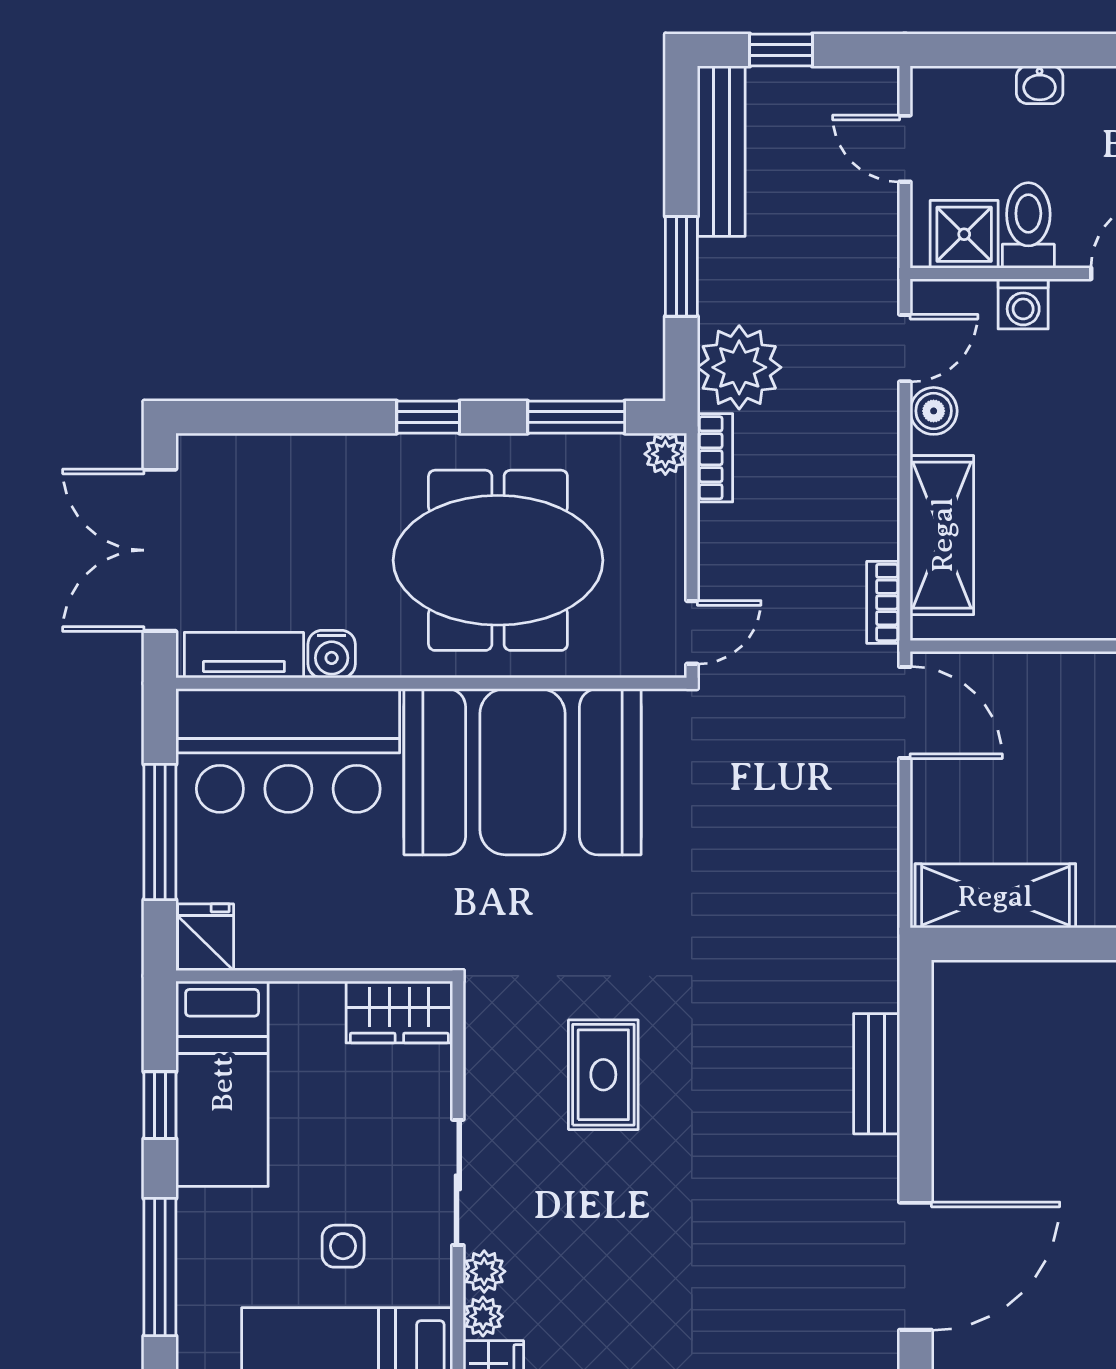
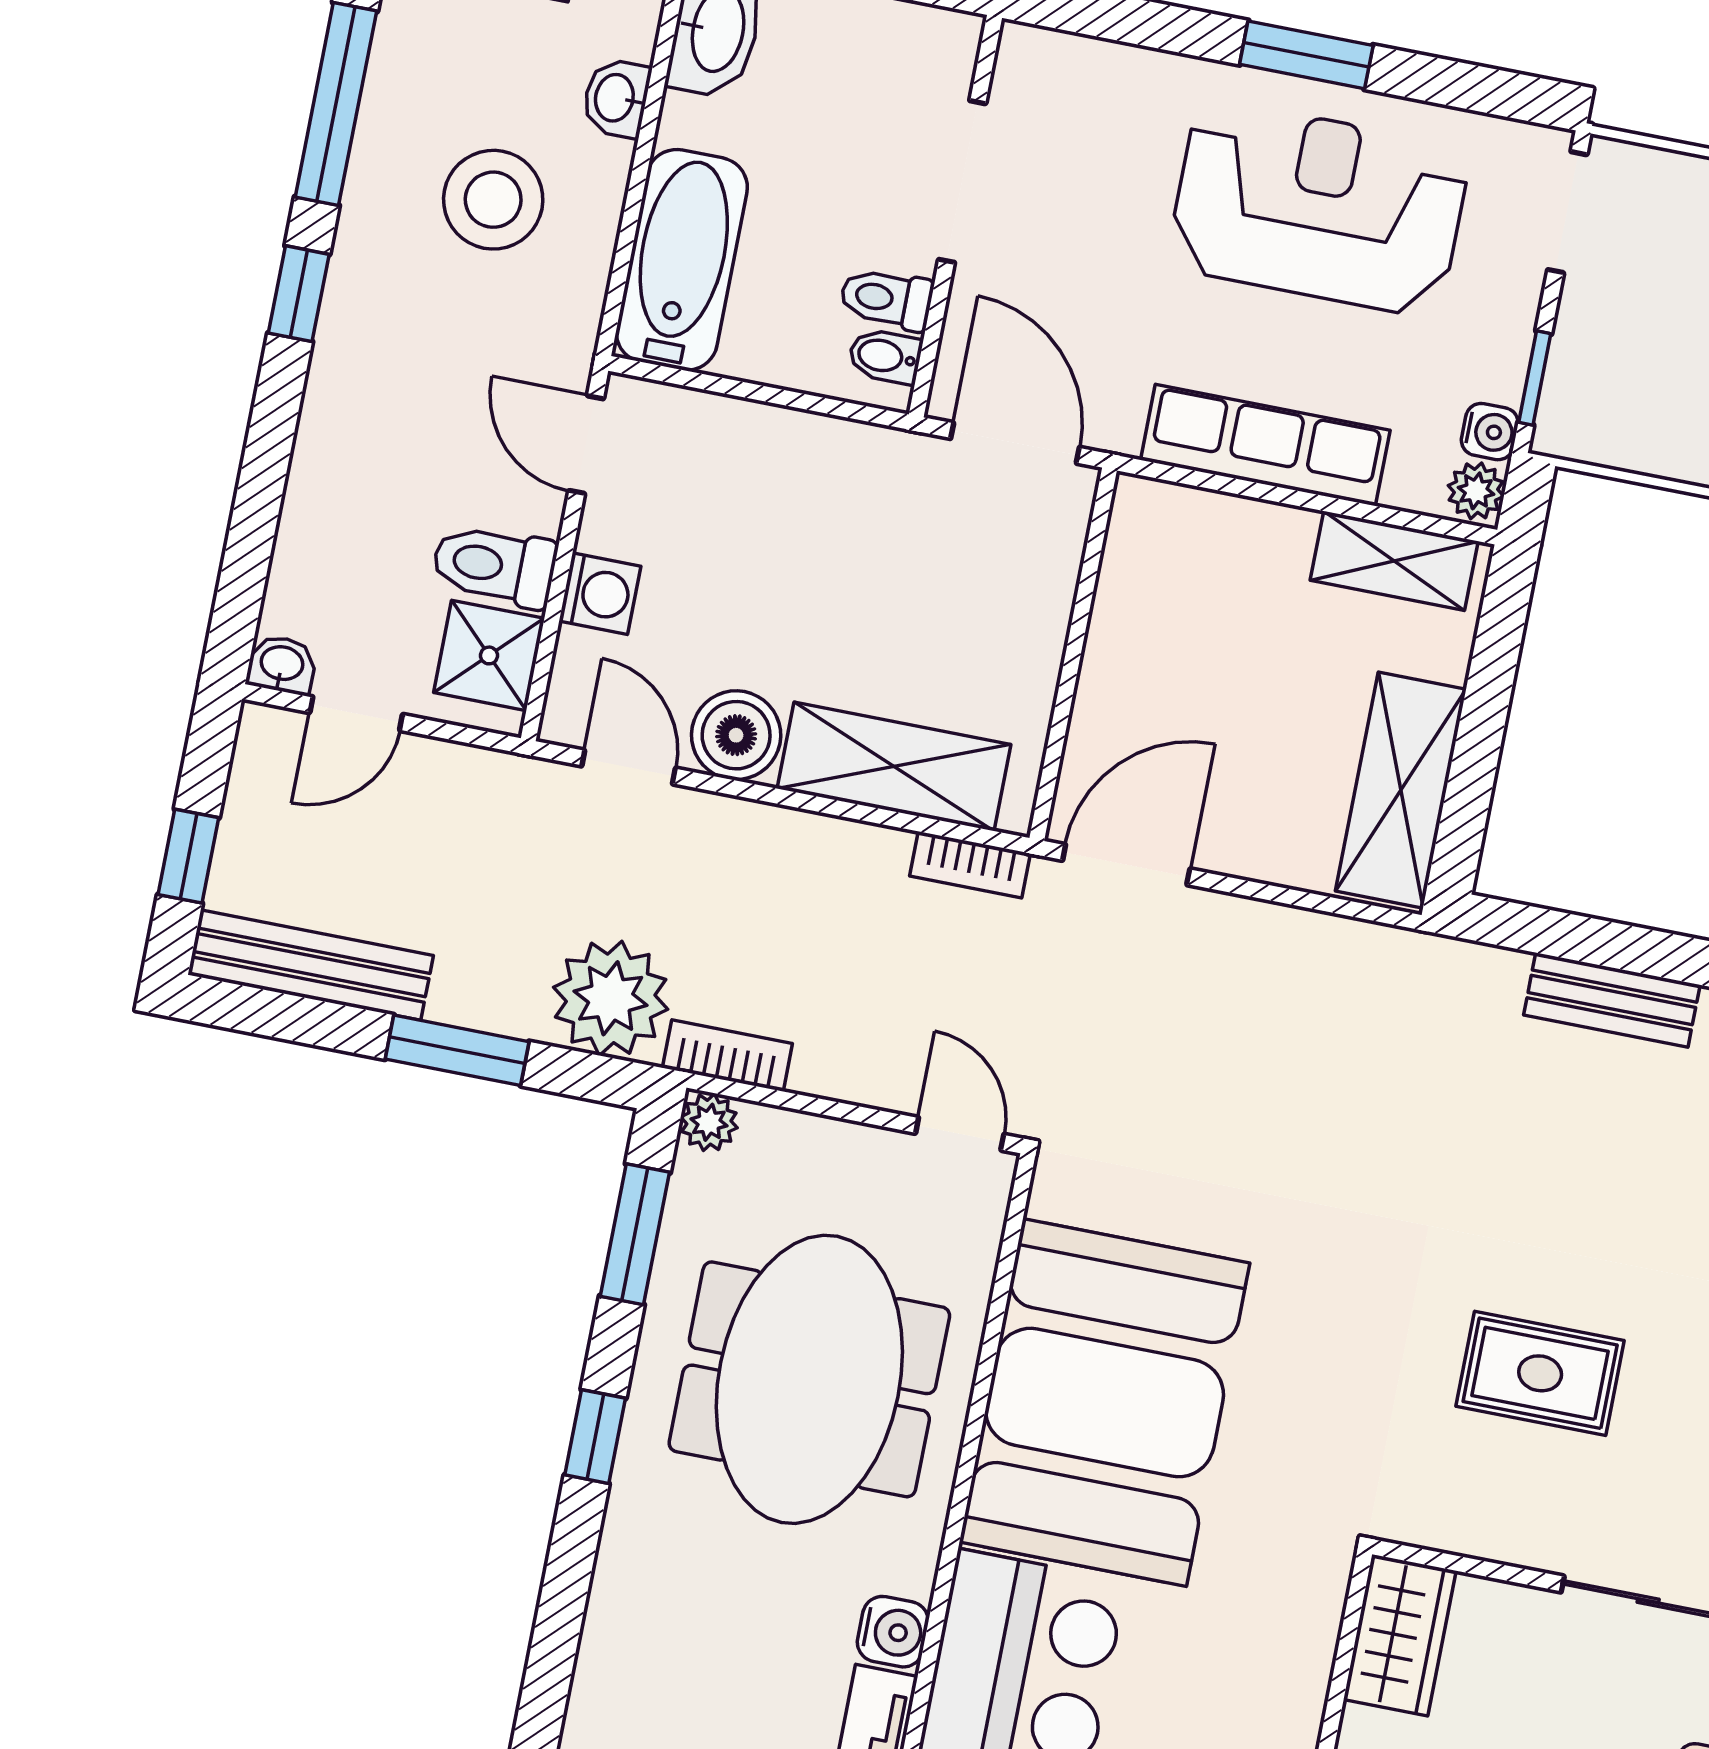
washbasin: (1040, 85) -> (282, 665), moved, turned -90
boiler: (934, 411) -> (736, 735), width x1.36, depth x1.36

